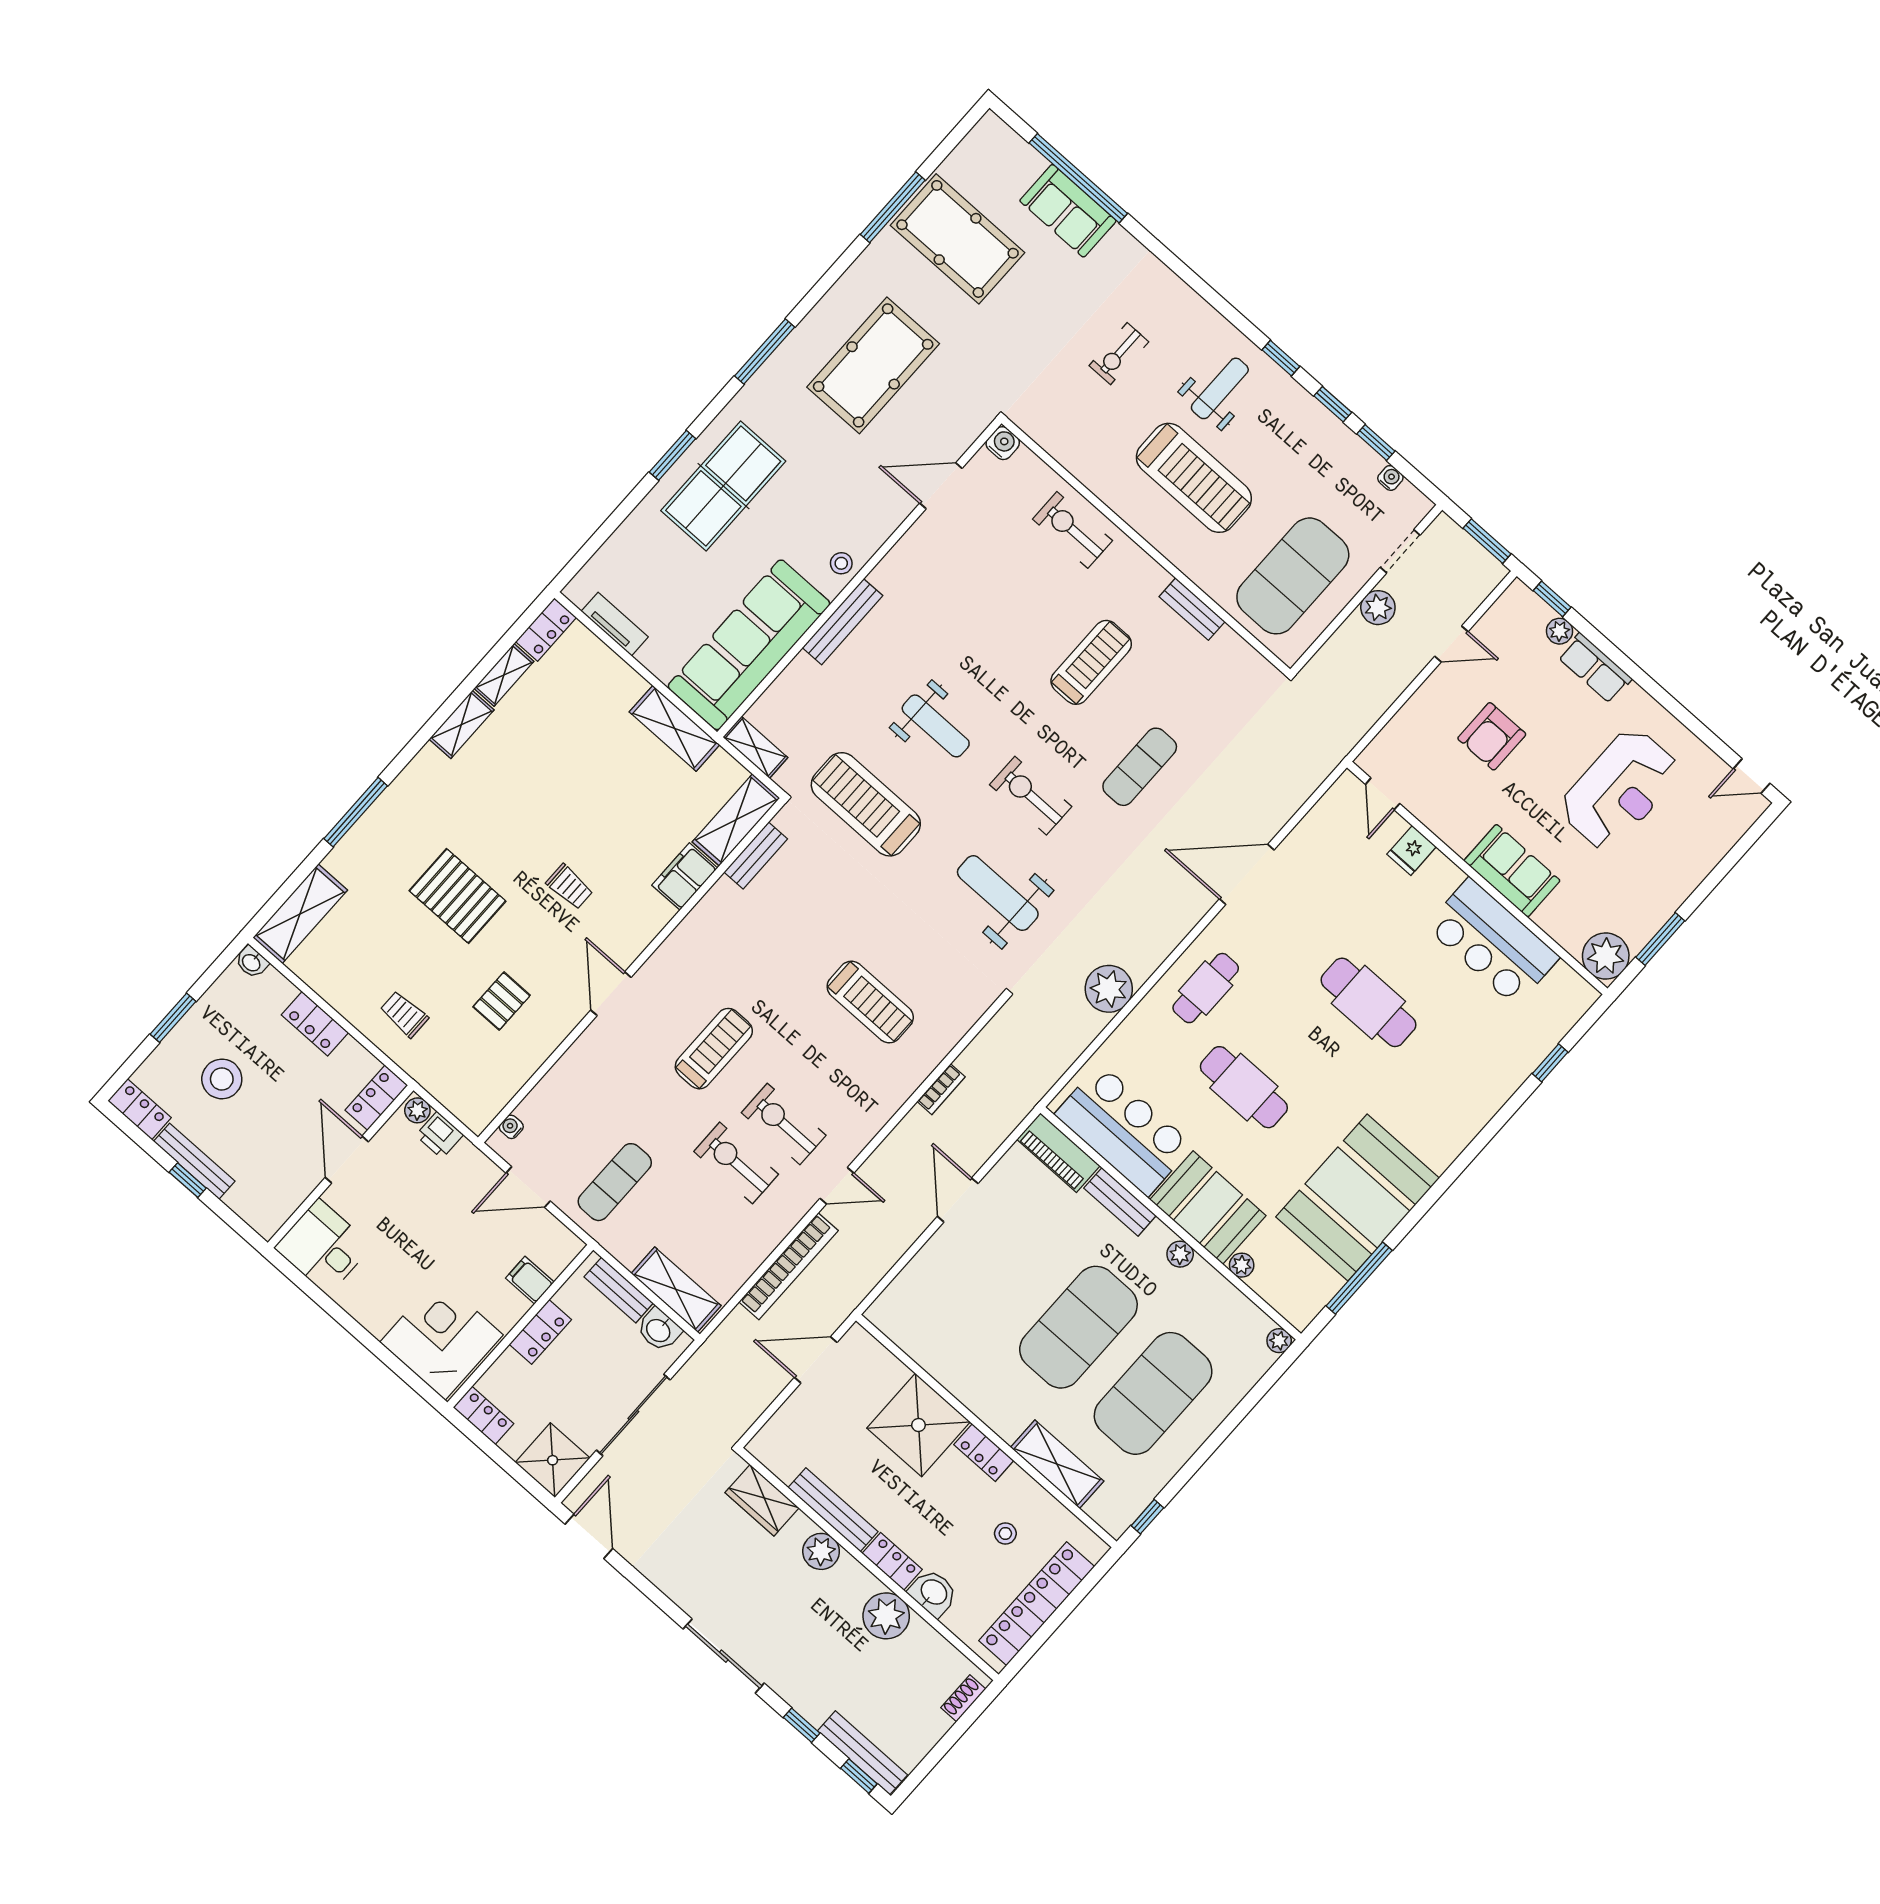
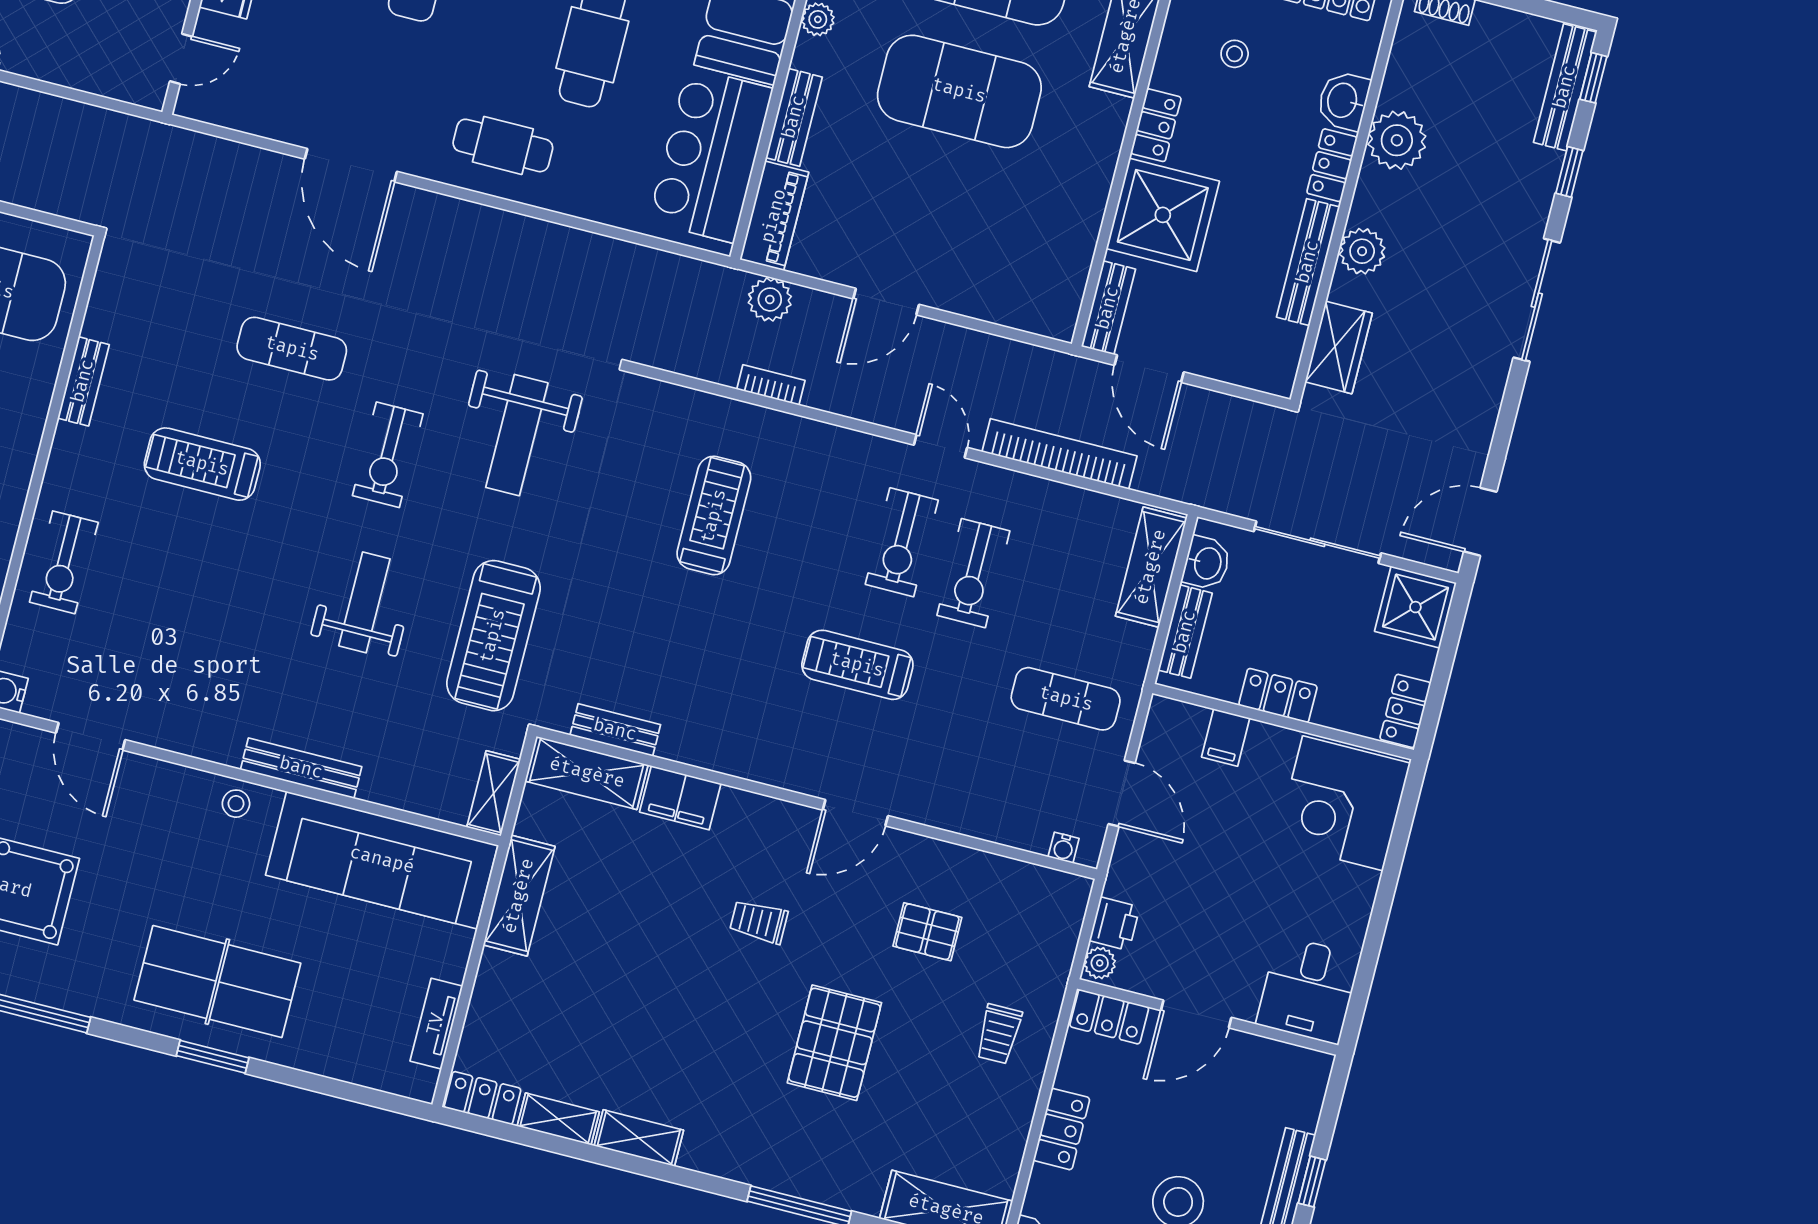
trolley: (570, 887) -> (759, 922), turned -90
plant: (1109, 989) -> (770, 299), moved, width x0.73, depth x0.73
bench: (873, 1353) -> (1108, 308), added

